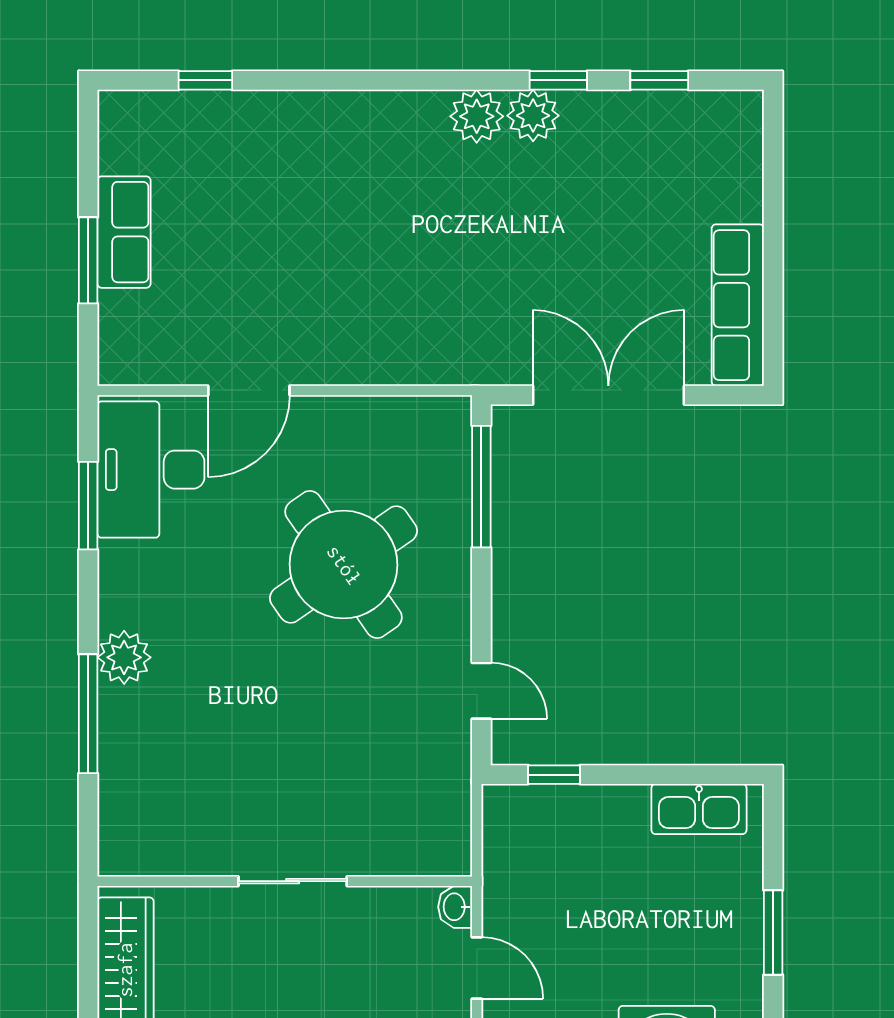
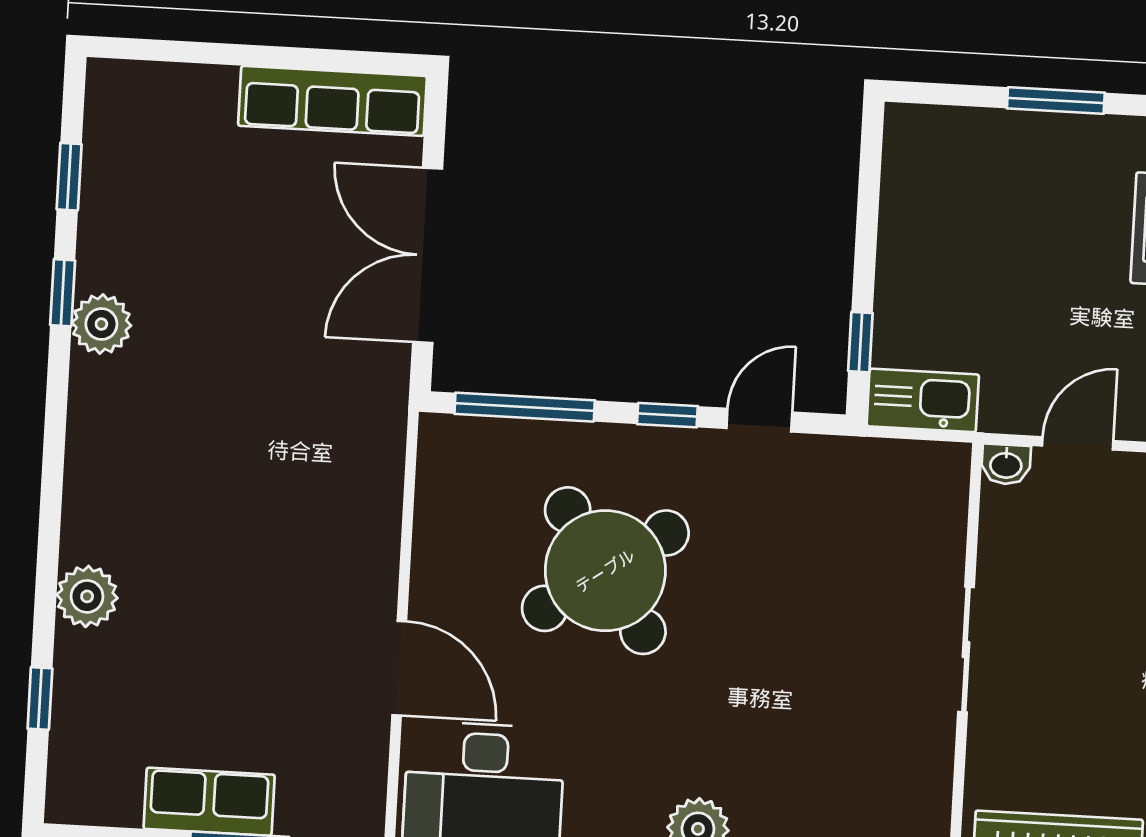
plant: (477, 116) -> (87, 596), moved
window: (481, 611) -> (667, 415), added
kitchen sink: (699, 809) -> (923, 400), moved, turned -90

